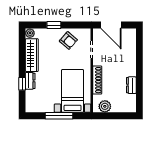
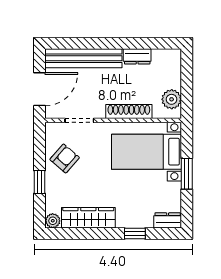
bench: (130, 52) -> (83, 58), added
dresser: (30, 81) -> (168, 220), moved
window: (59, 116) -> (187, 174), width x0.69

